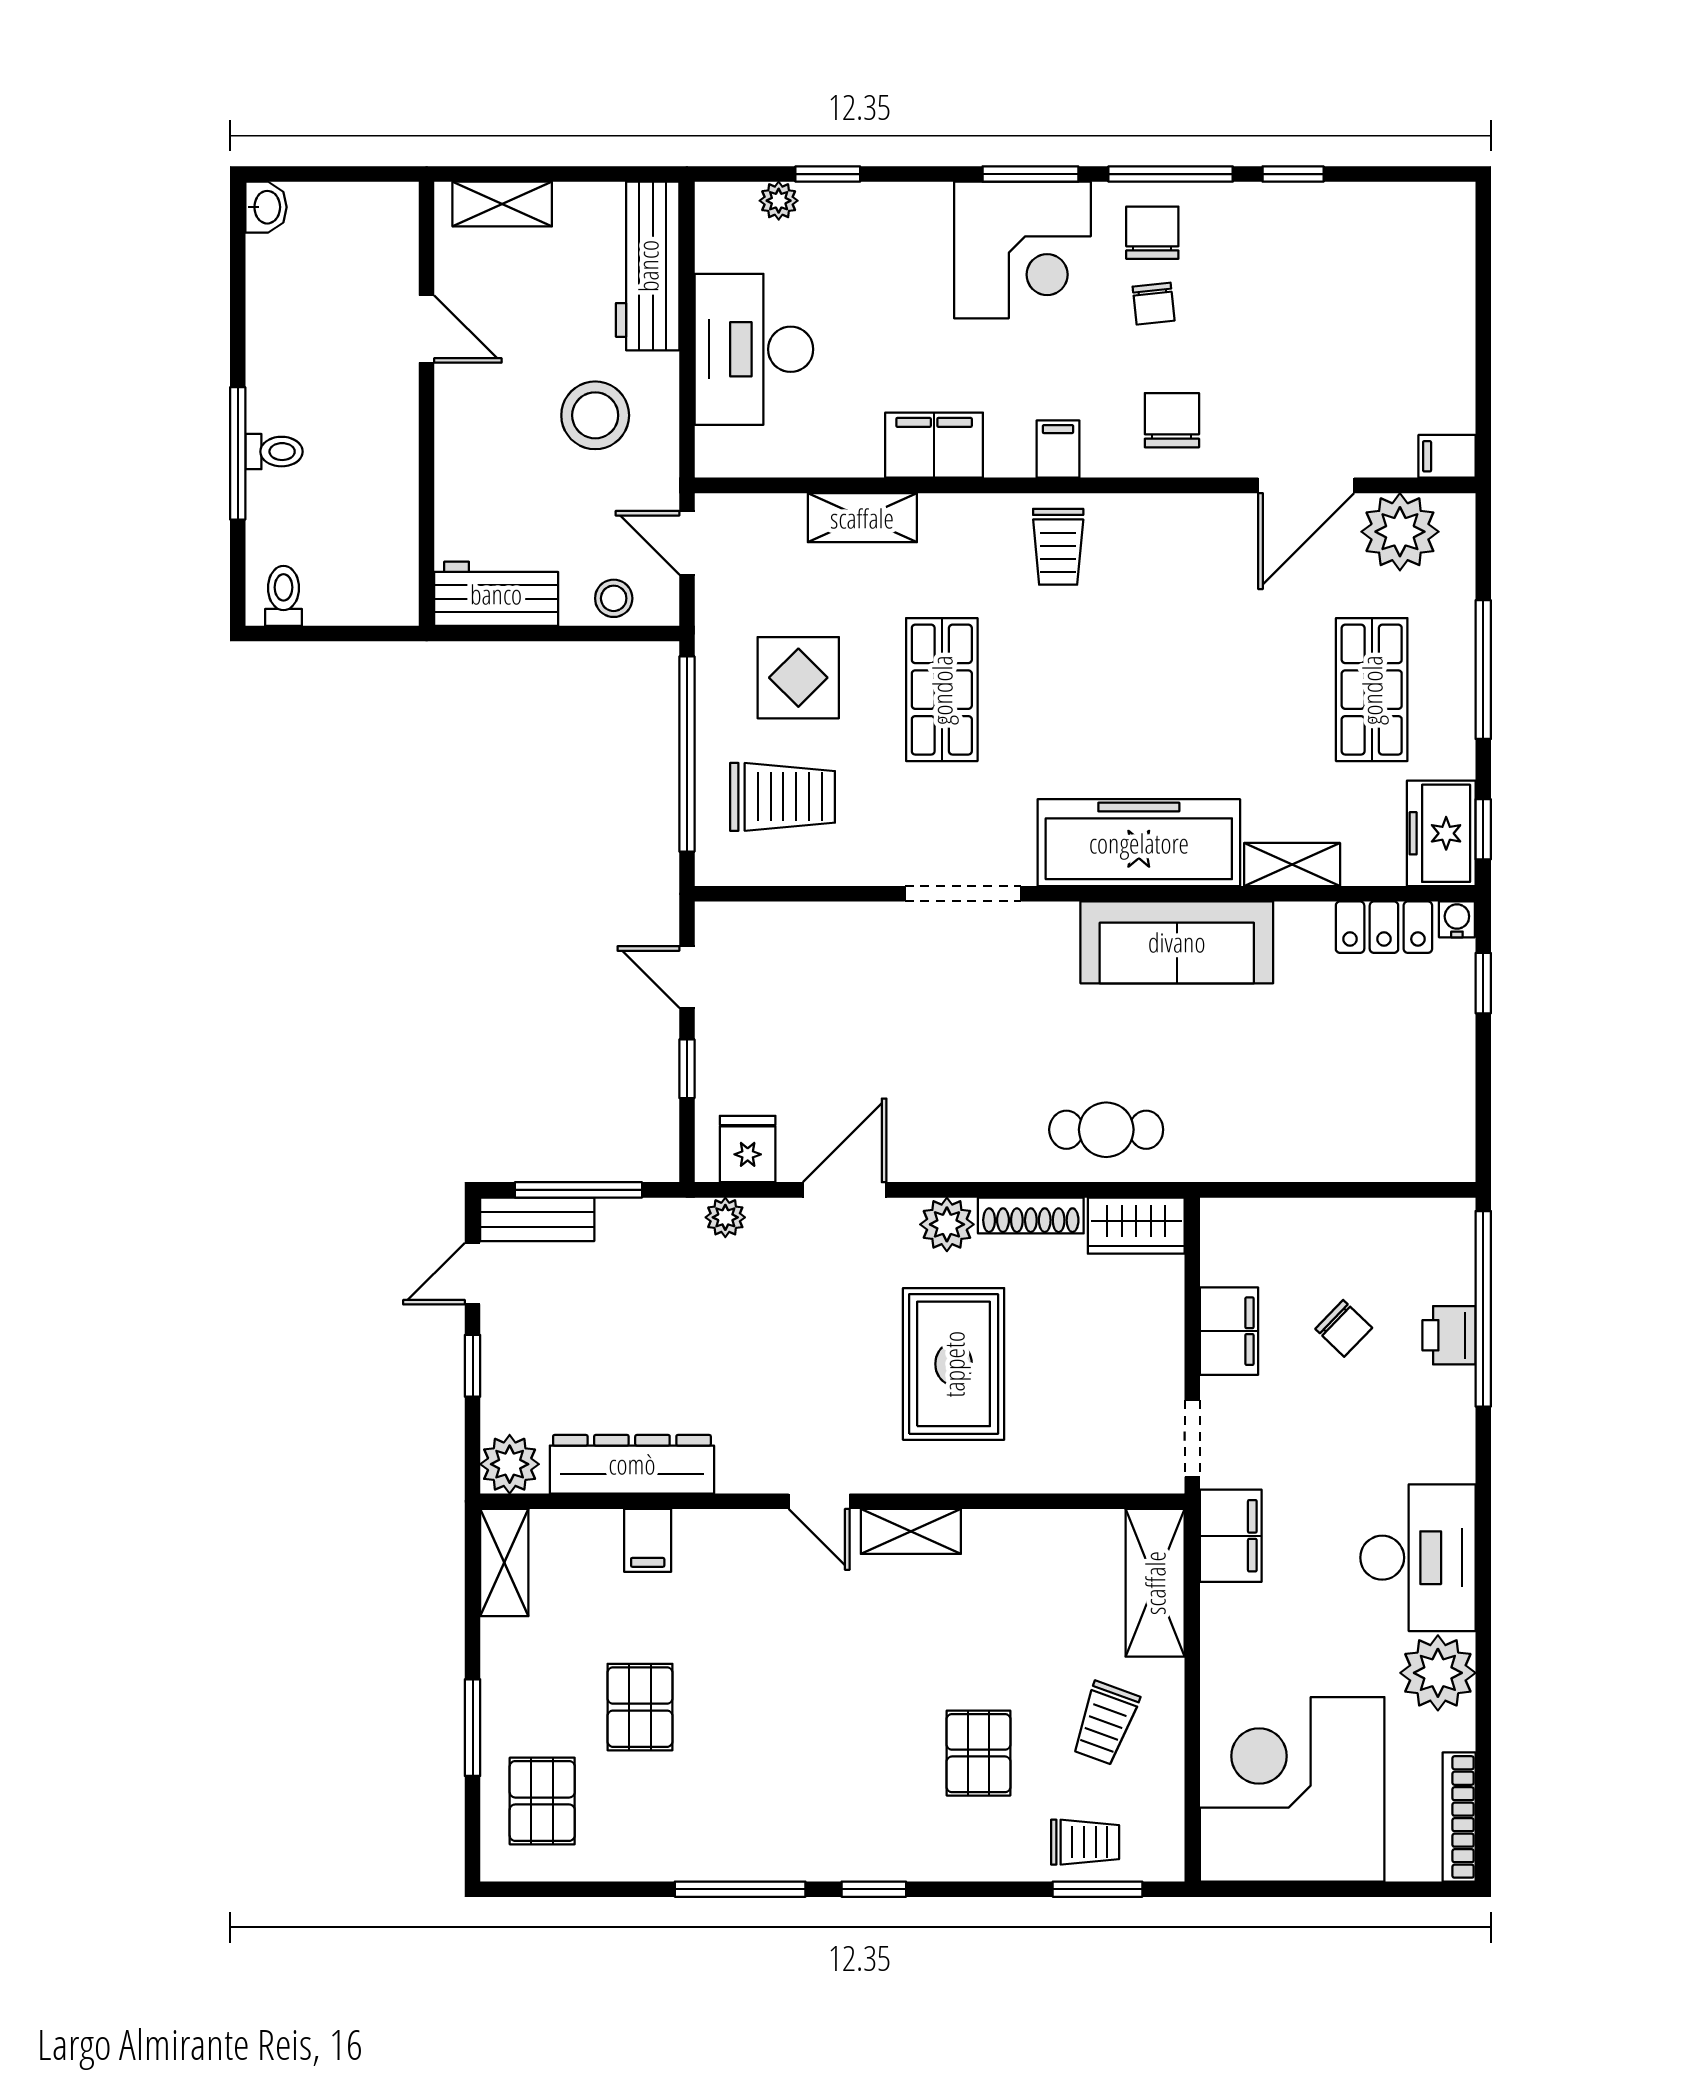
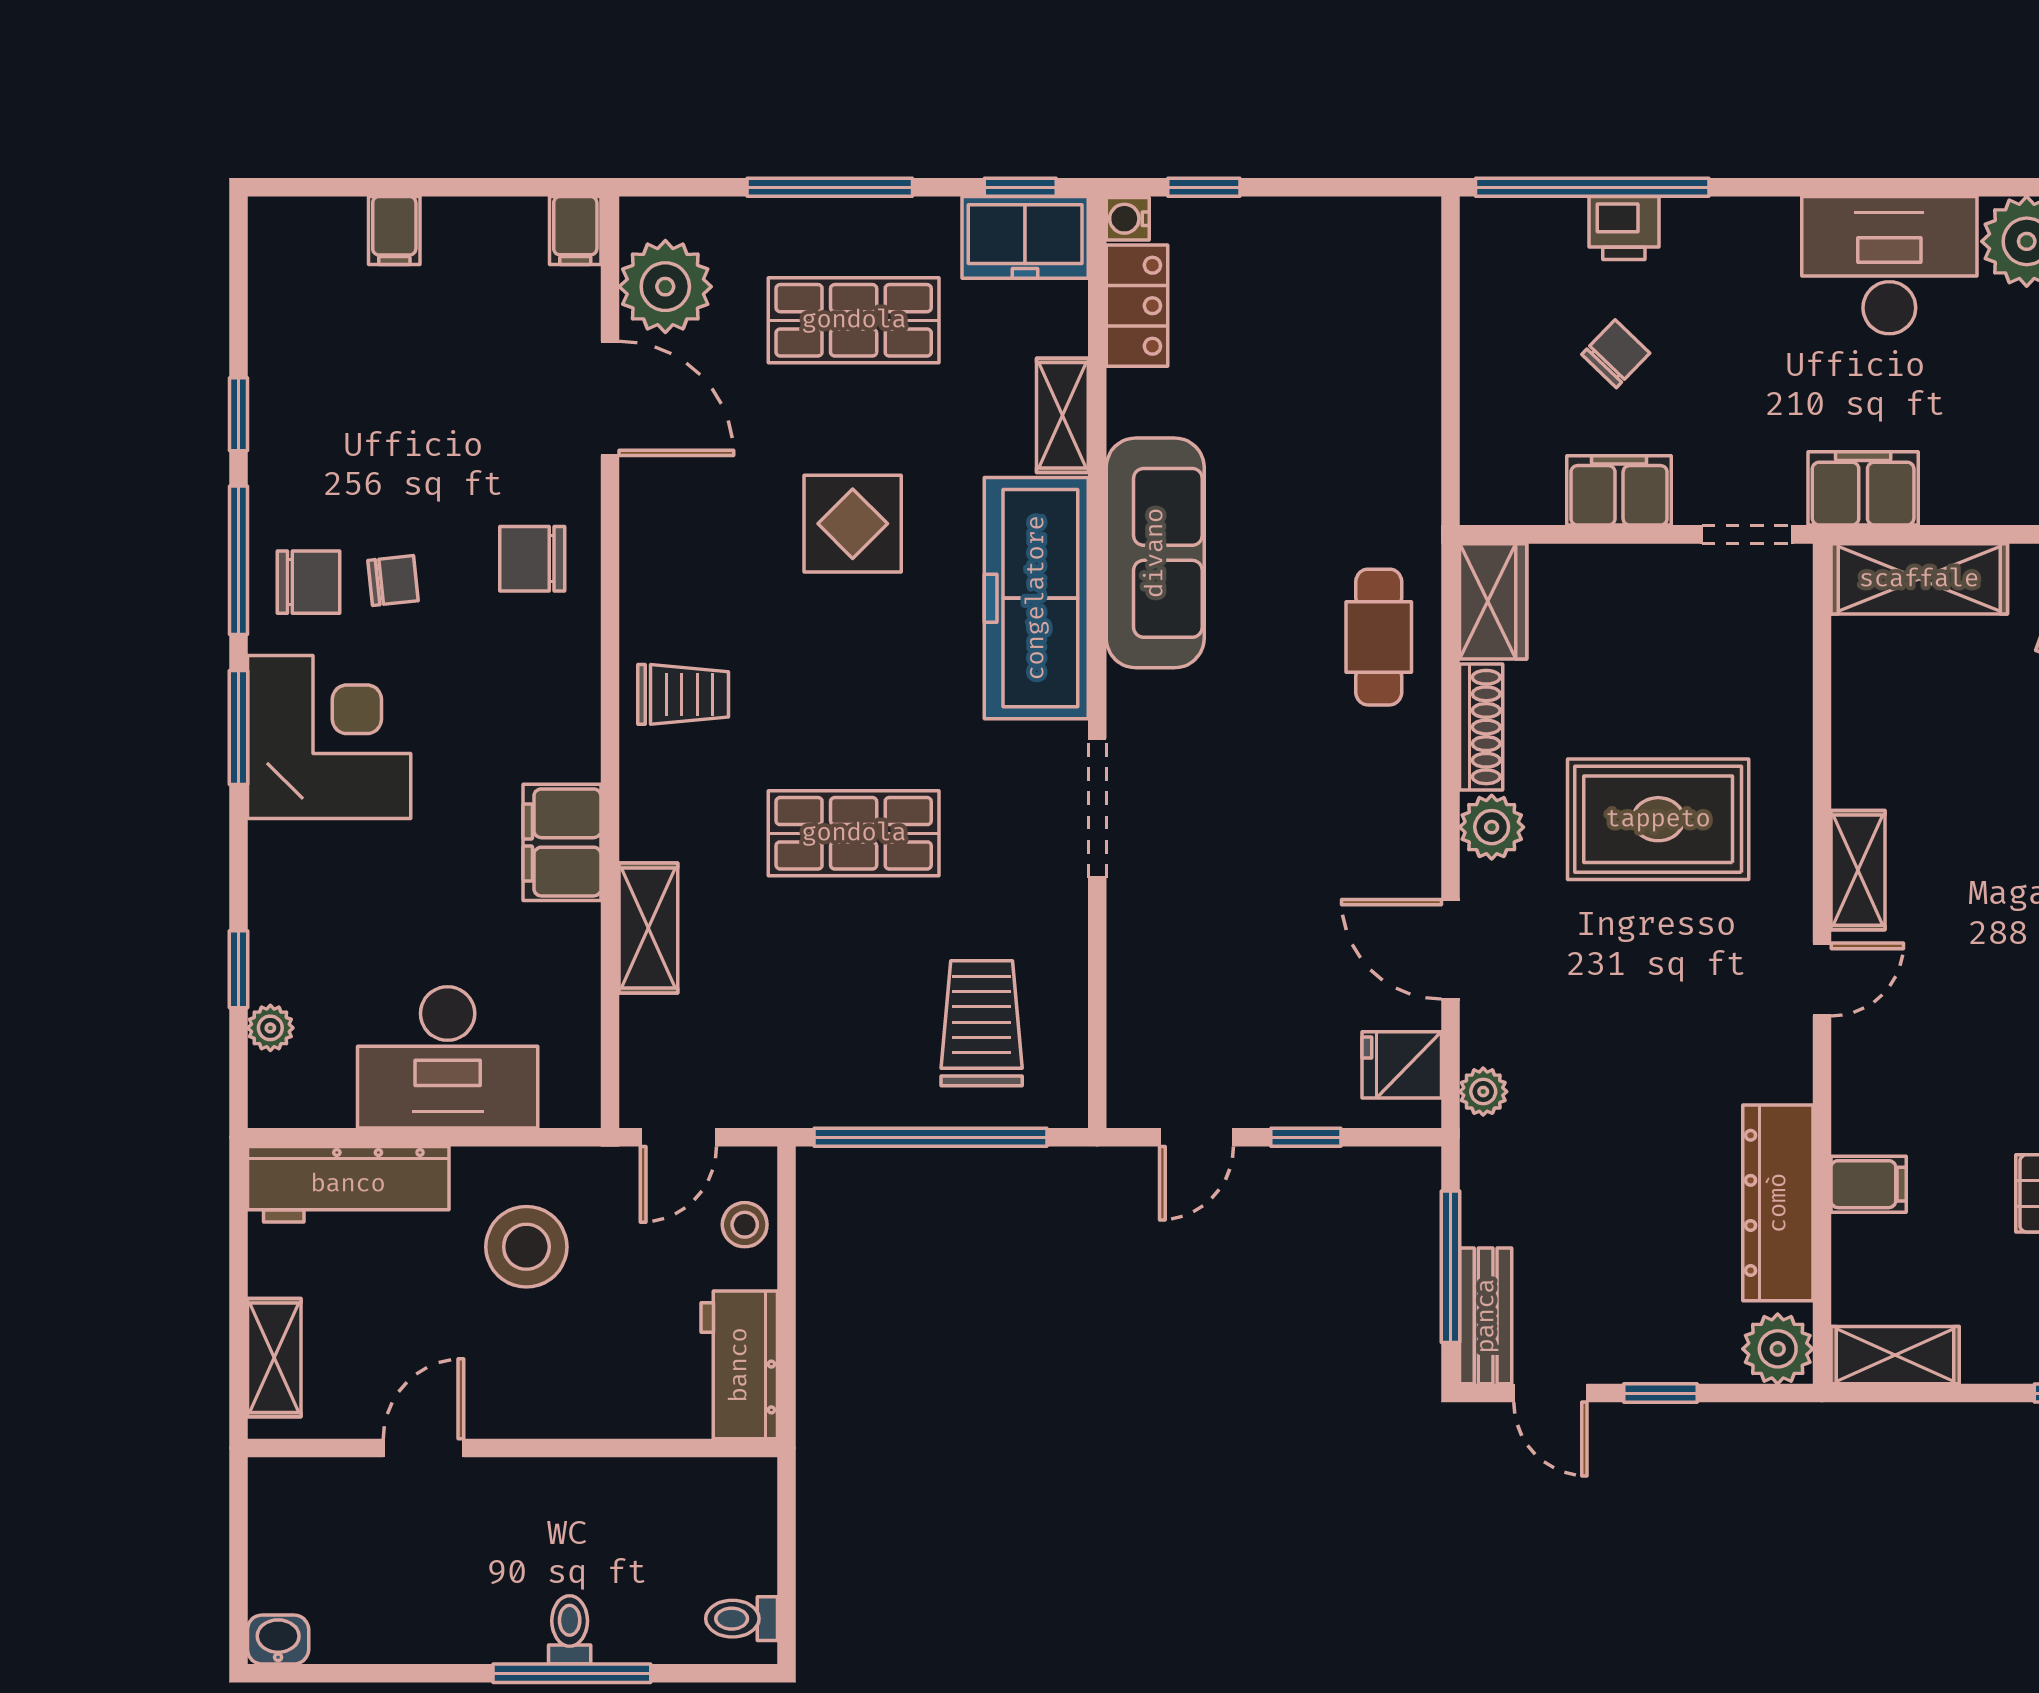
chair: (1152, 233) -> (309, 582), turned 180
filing cabinet: (1058, 449) -> (394, 231), moved, turned -90
display table: (798, 678) -> (853, 524), moved

